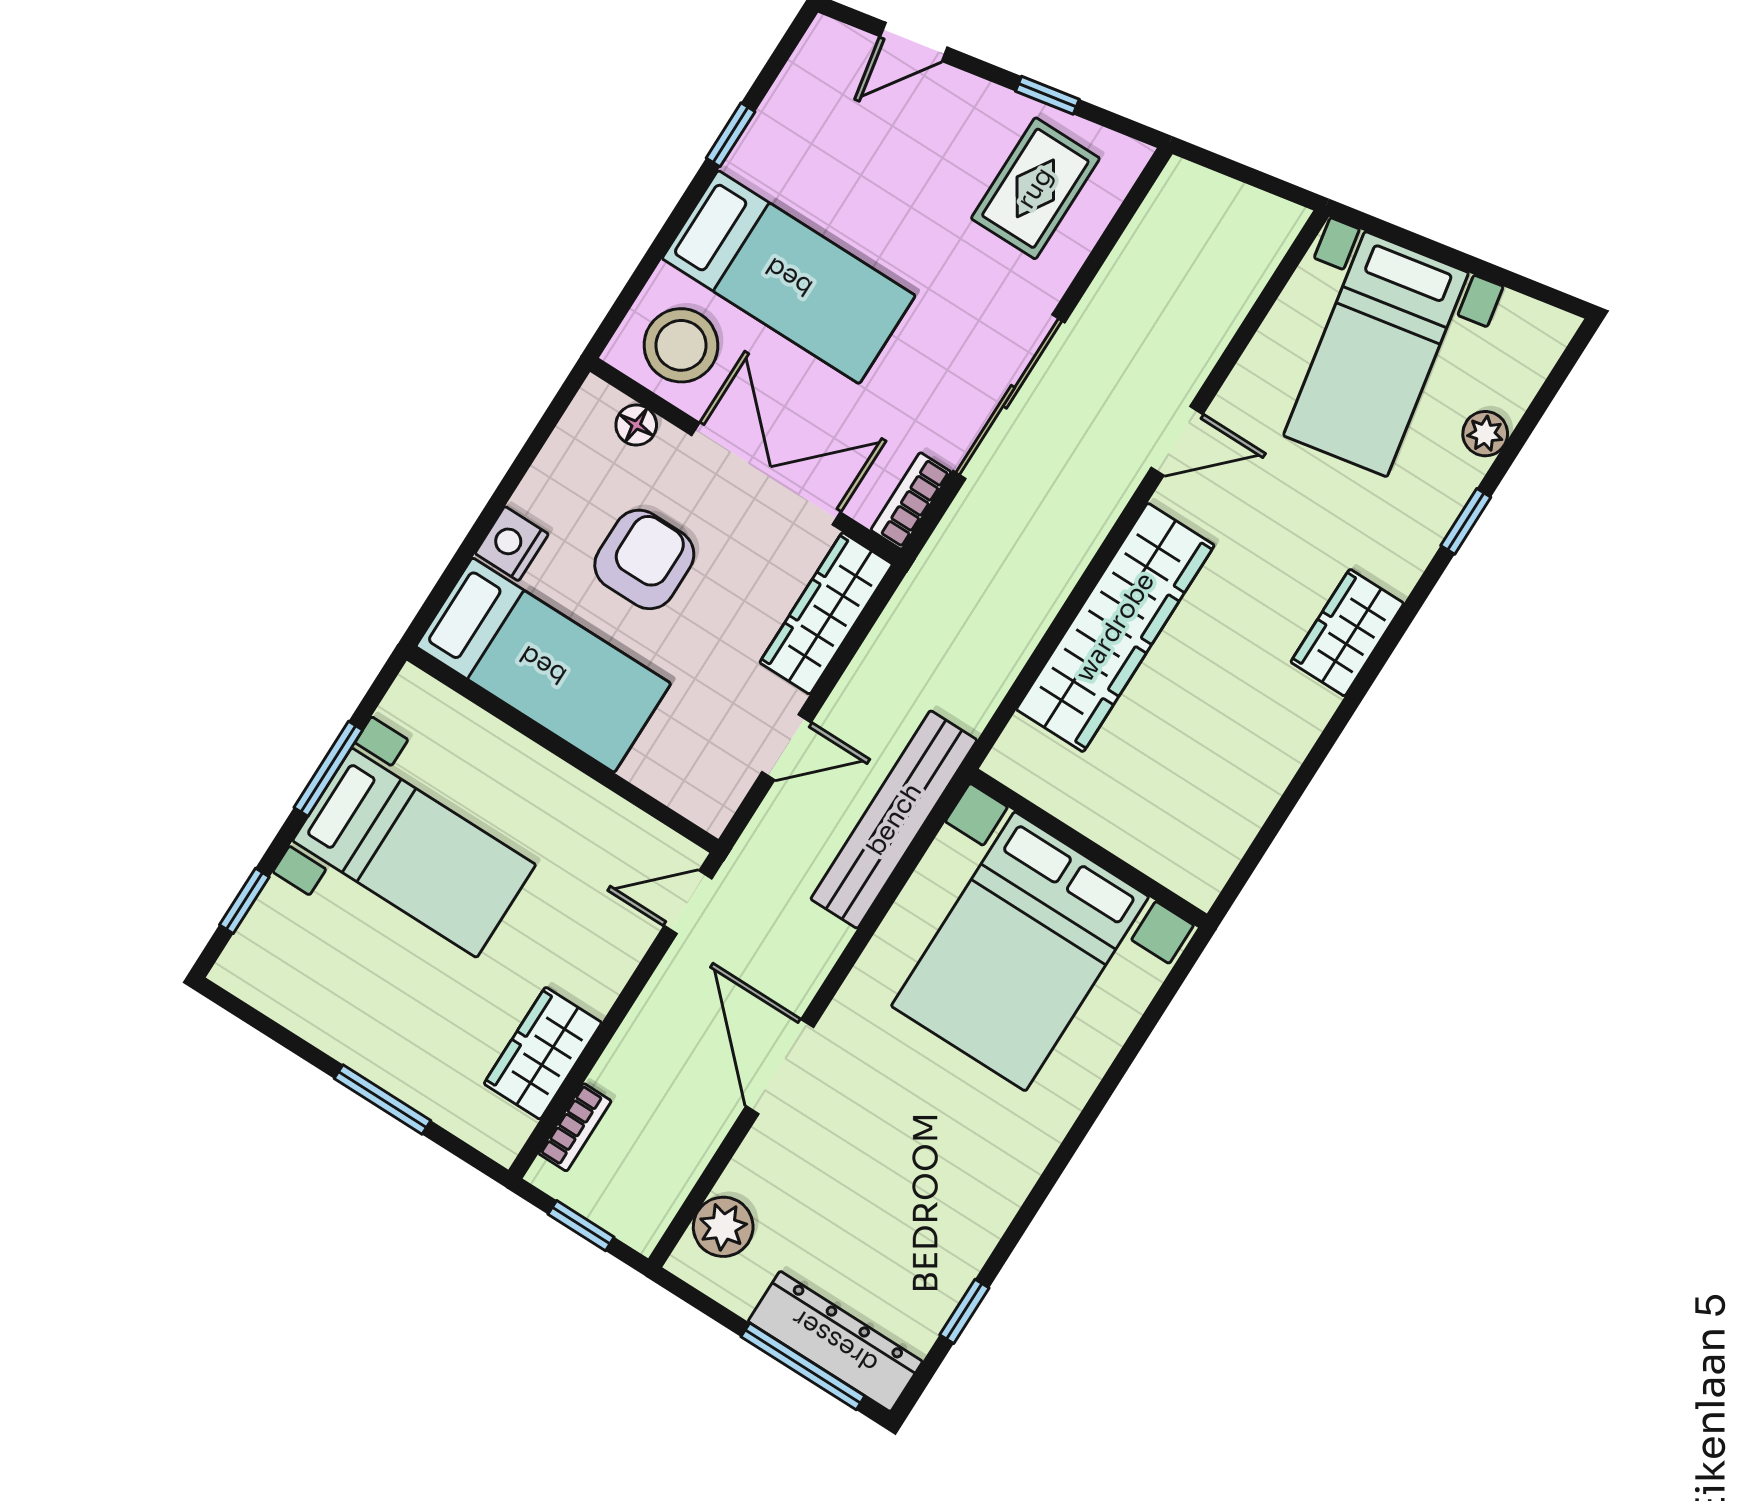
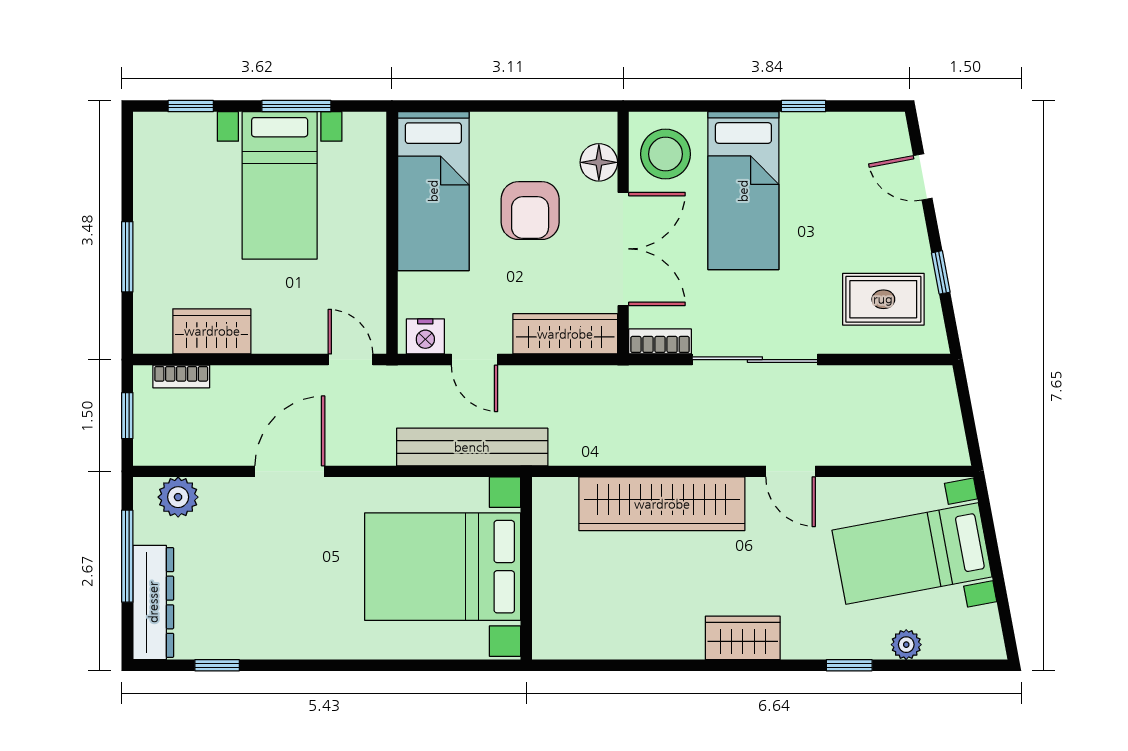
floor lamp: (636, 425) -> (599, 162), width x1.37, depth x1.37
nightstand: (512, 544) -> (425, 336), moved, turned 180
armchair: (644, 559) -> (530, 211), turned 90
window: (803, 1366) -> (127, 556), moved

